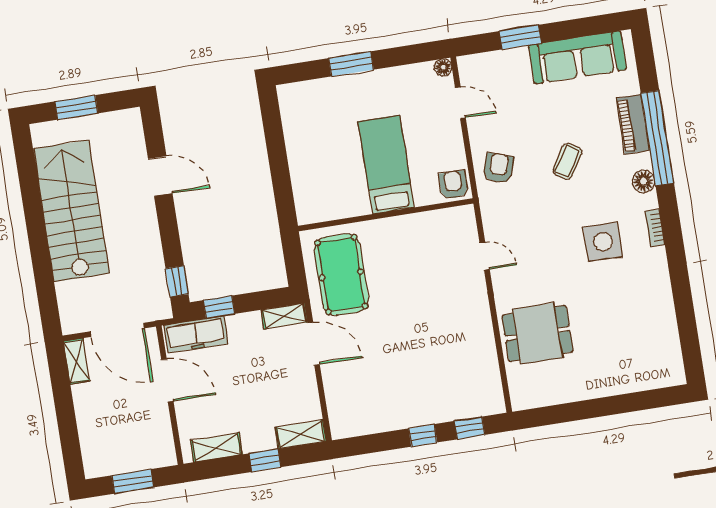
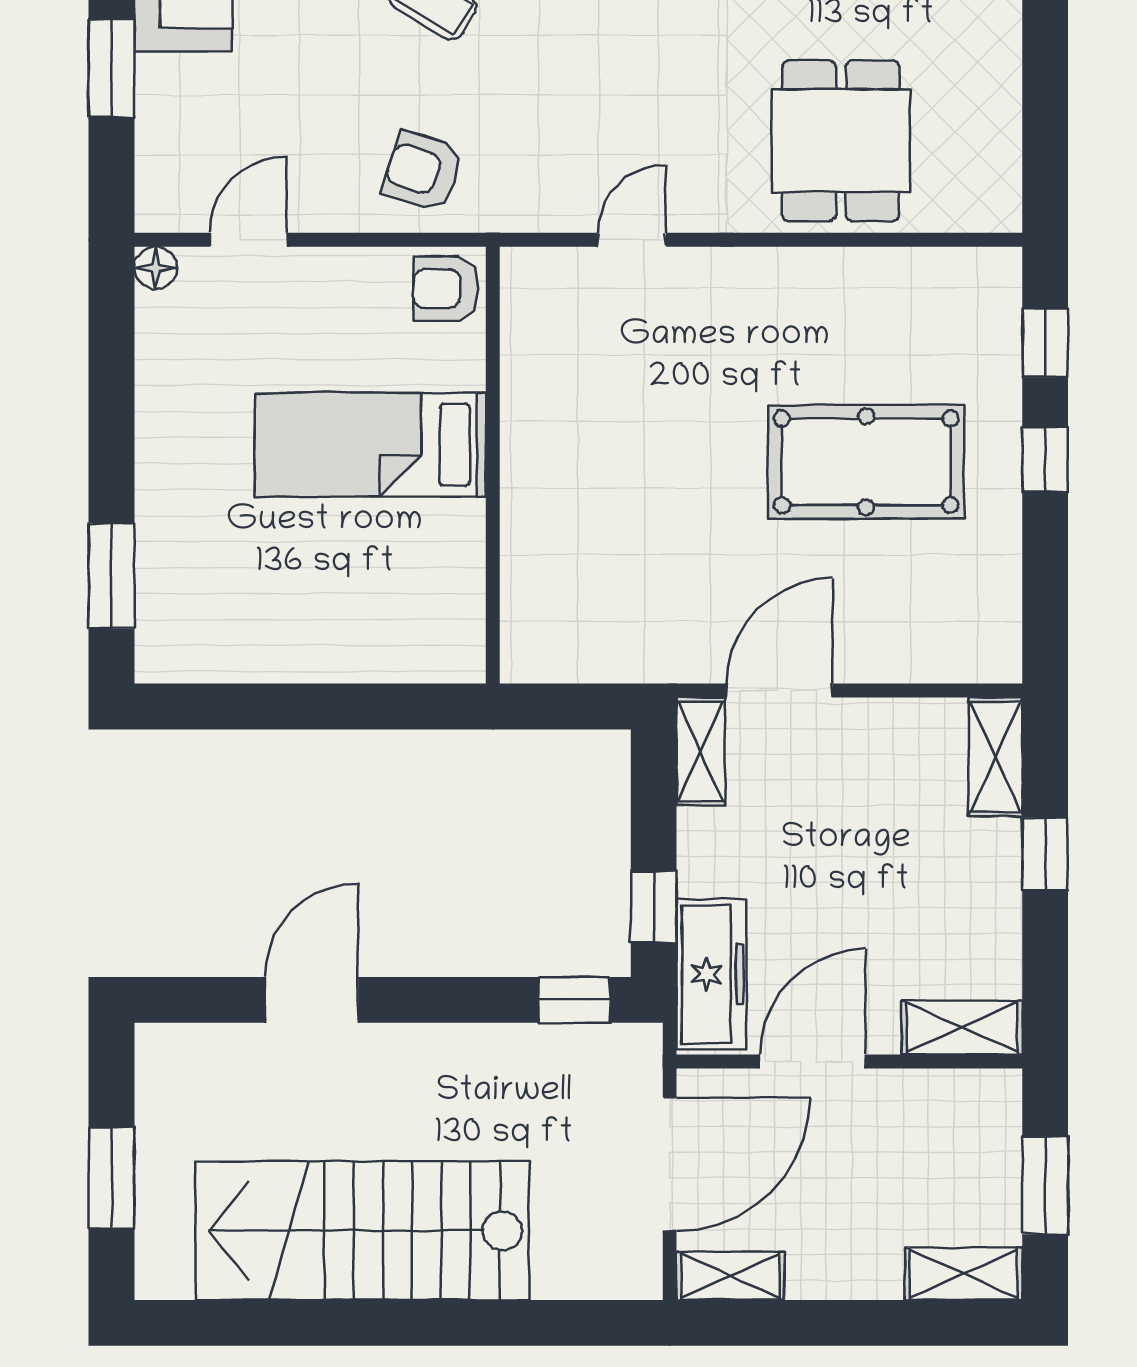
window: (351, 64) -> (111, 576), moved
pool table: (341, 275) -> (866, 462), moved
shelving: (216, 448) -> (962, 1028), moved, turned 90
shelving: (92, 454) -> (964, 1274), added

